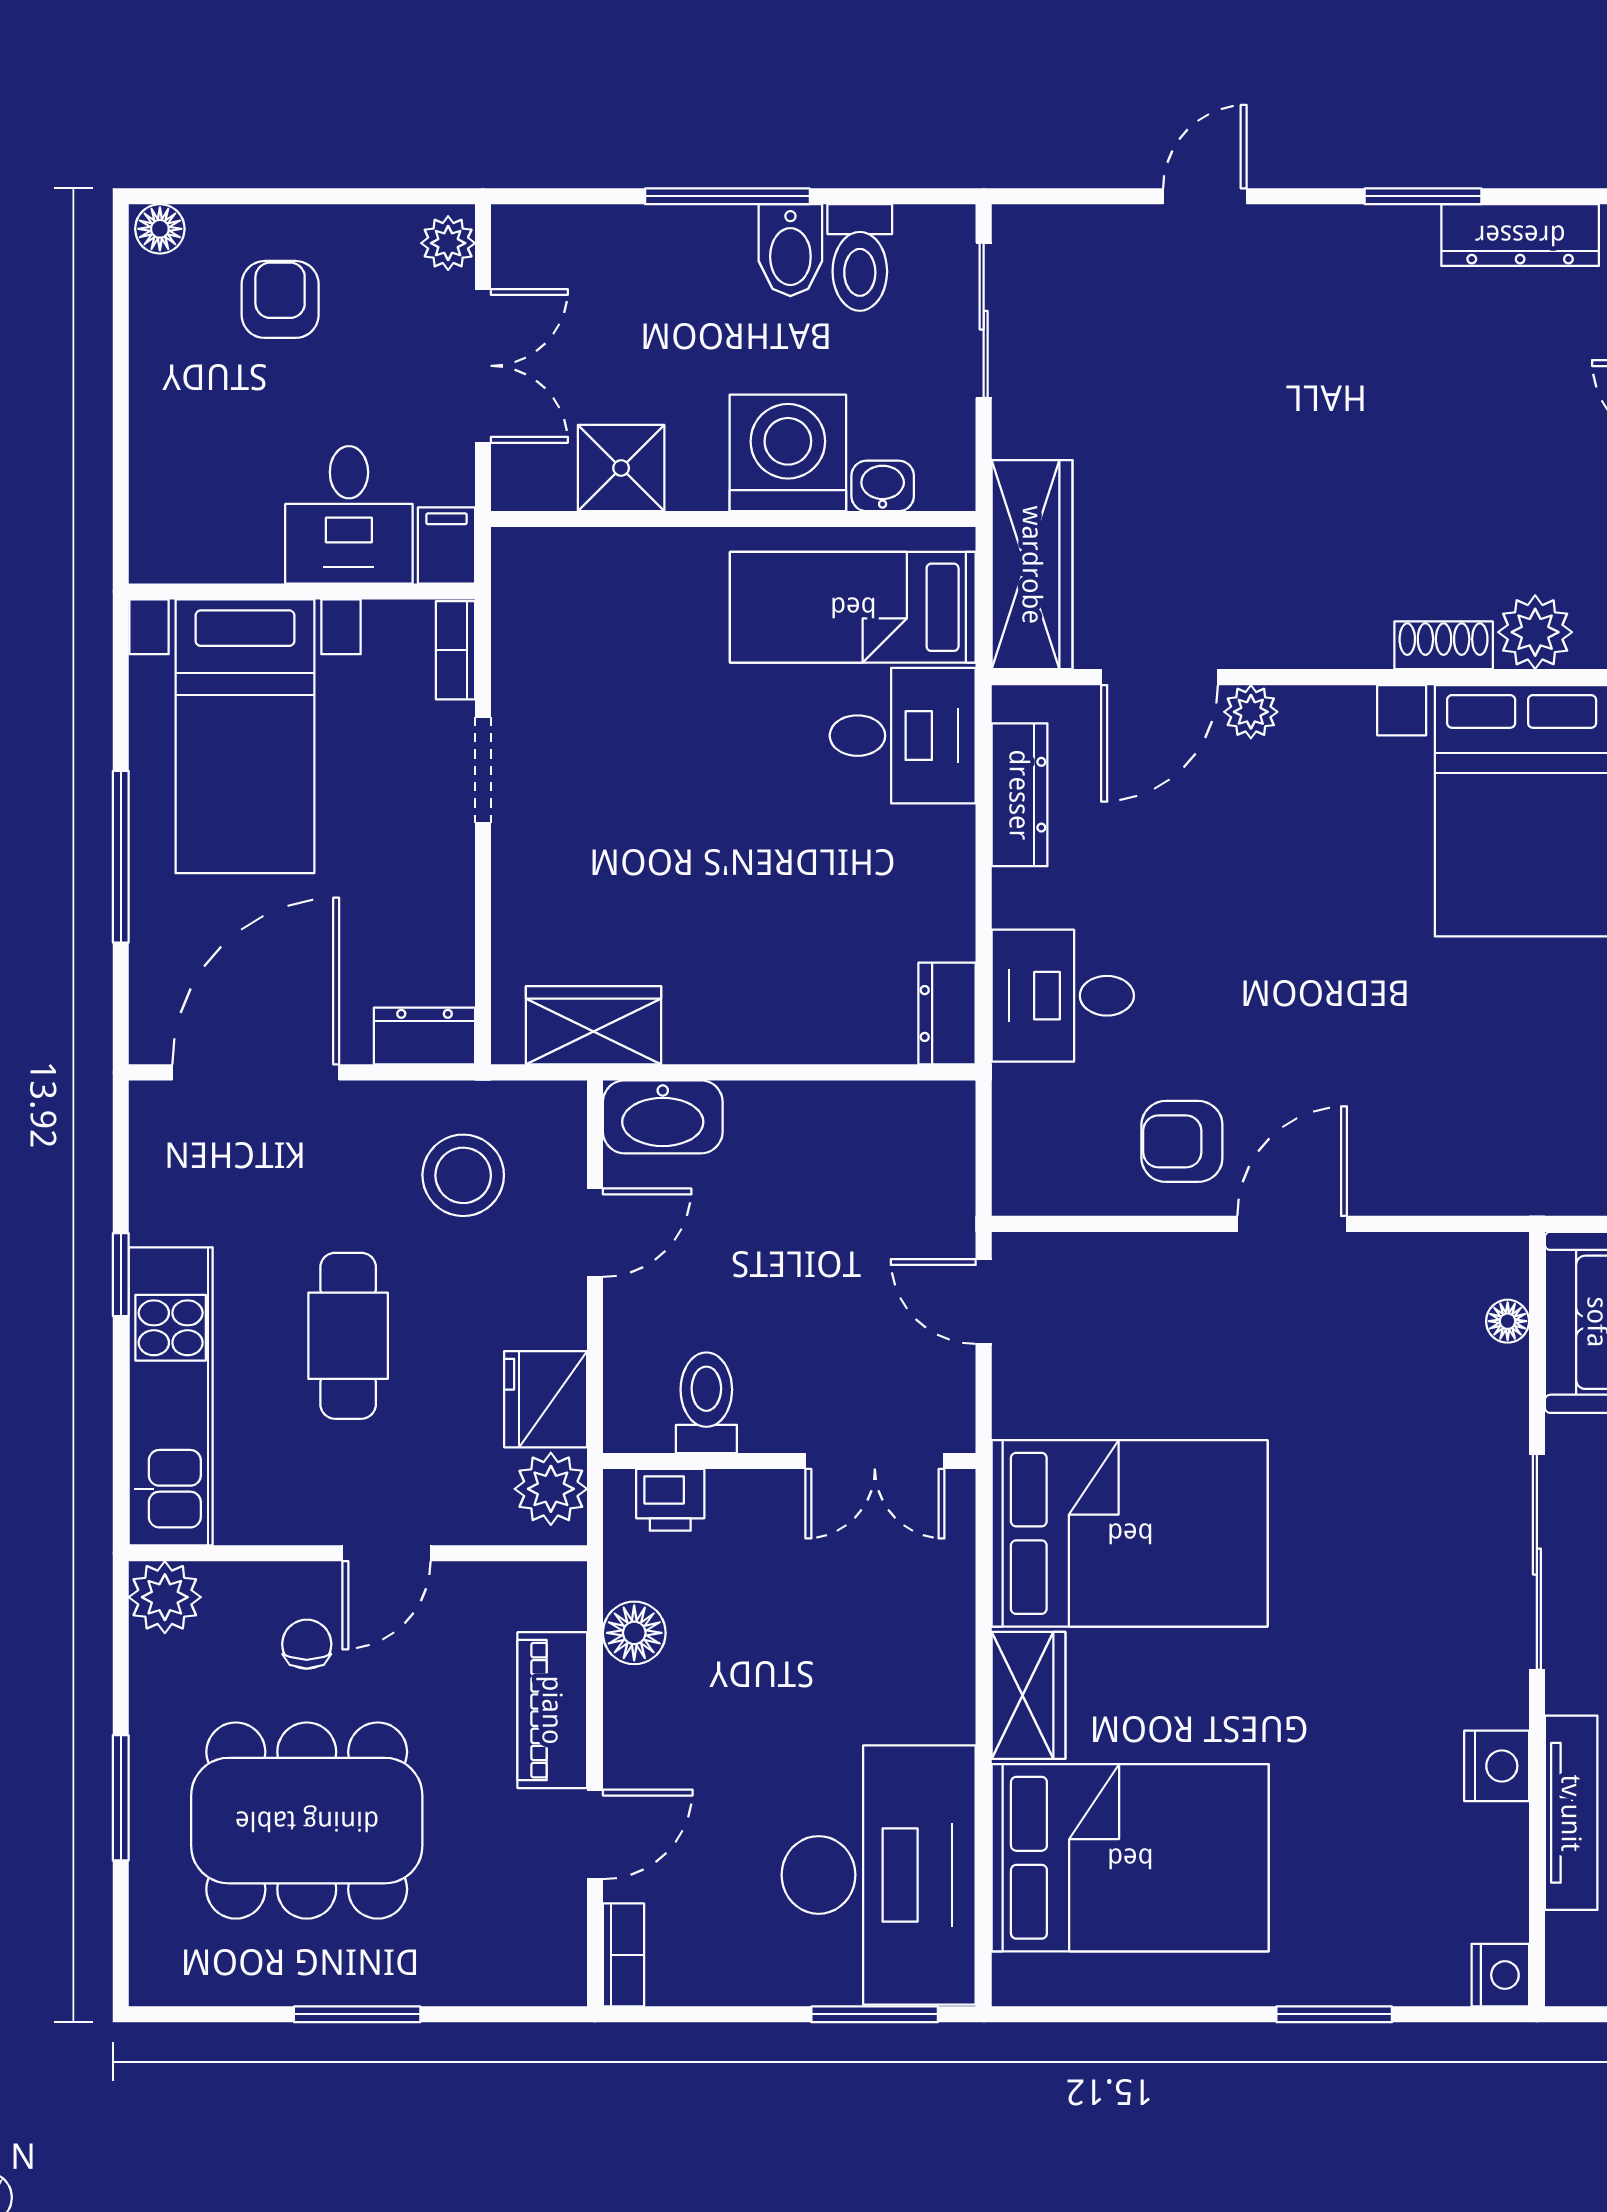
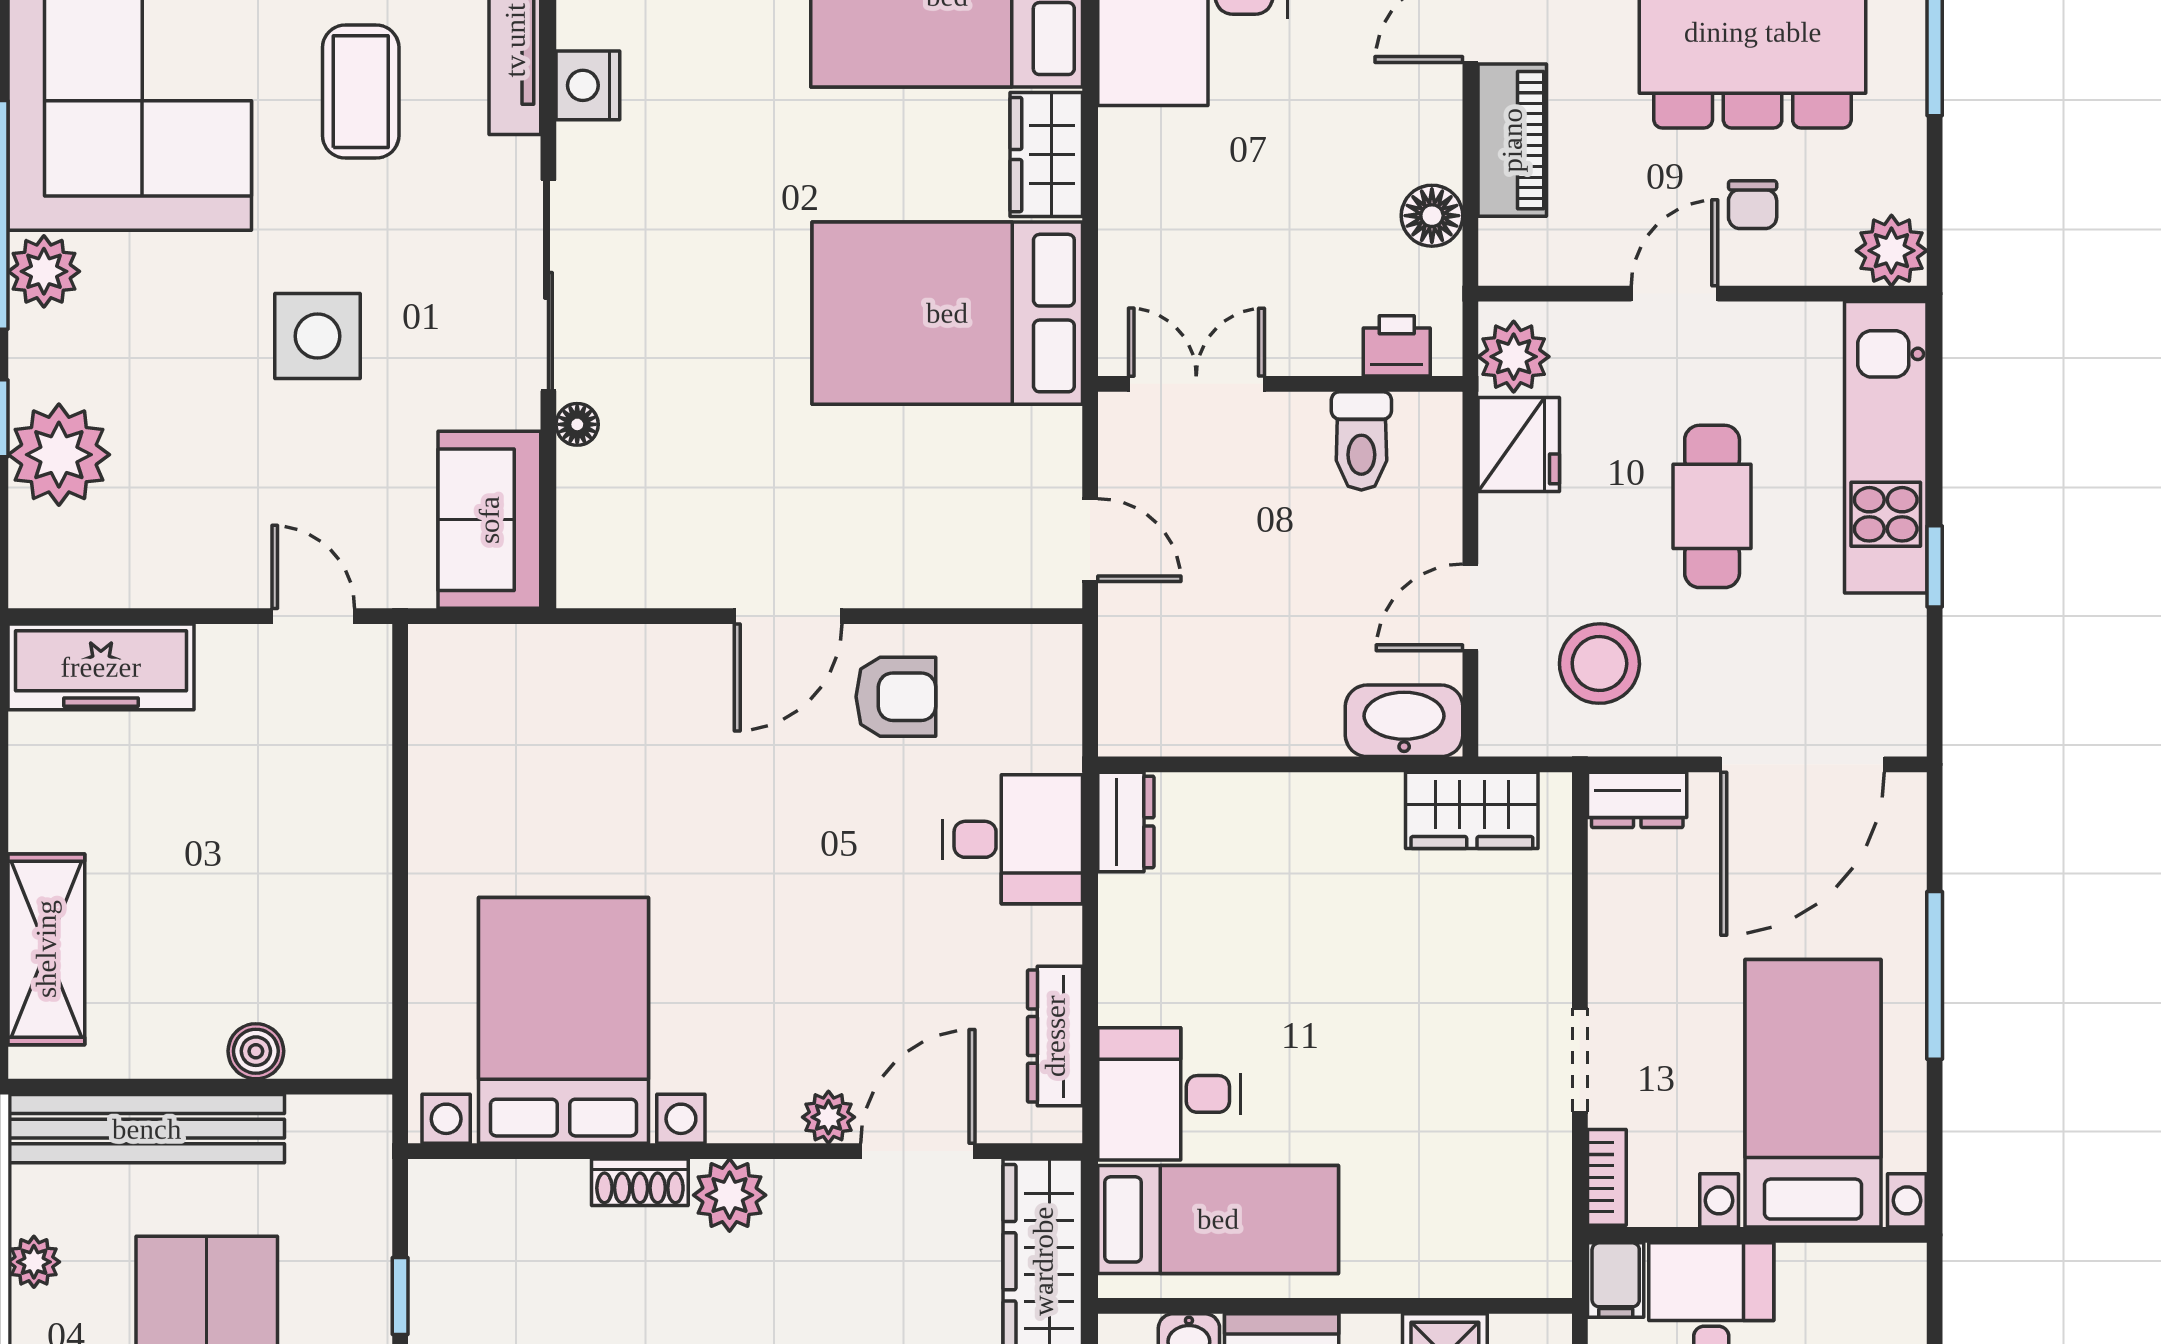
plant: (1535, 632) -> (730, 1195), moved
floor lamp: (1508, 1321) -> (577, 424), moved

